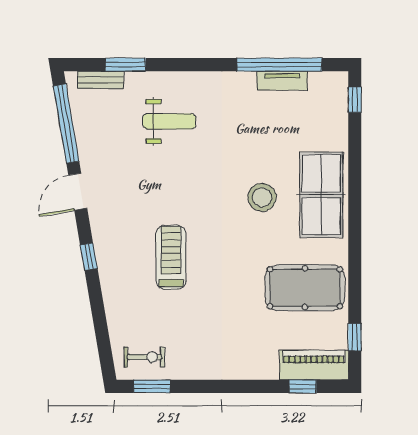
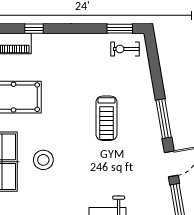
window: (89, 257) -> (164, 119), width x2.17
window: (303, 386) -> (34, 29), moved

